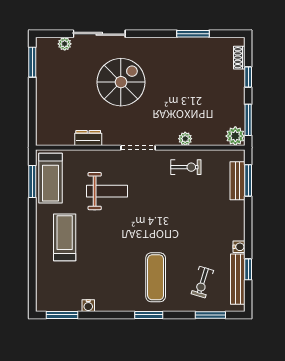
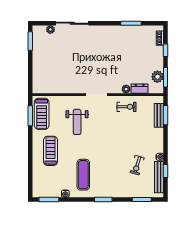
spiral stairs: (121, 82) -> (86, 54), removed
plant: (235, 136) -> (157, 77), moved
dresser: (88, 138) -> (140, 89), moved
weight bench: (107, 191) -> (77, 122), turned 90
exercise mat: (156, 277) -> (83, 175), moved
exercise bike: (202, 282) -> (137, 165), moved

